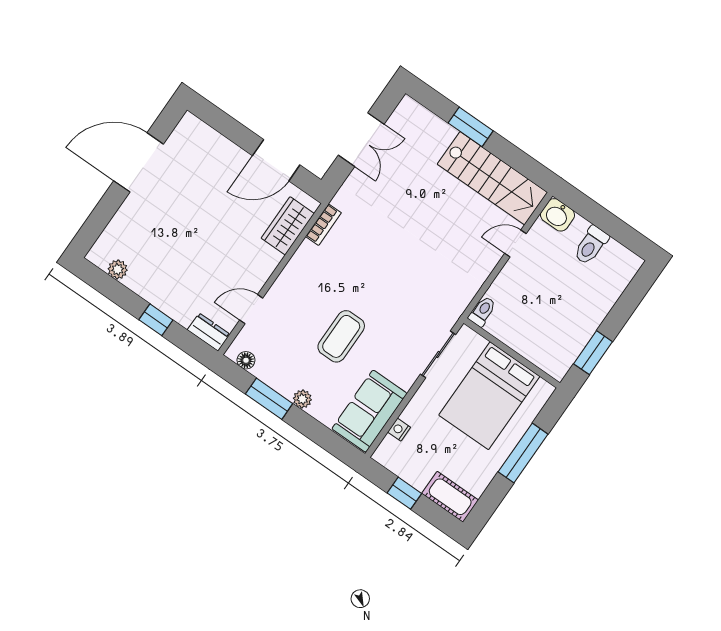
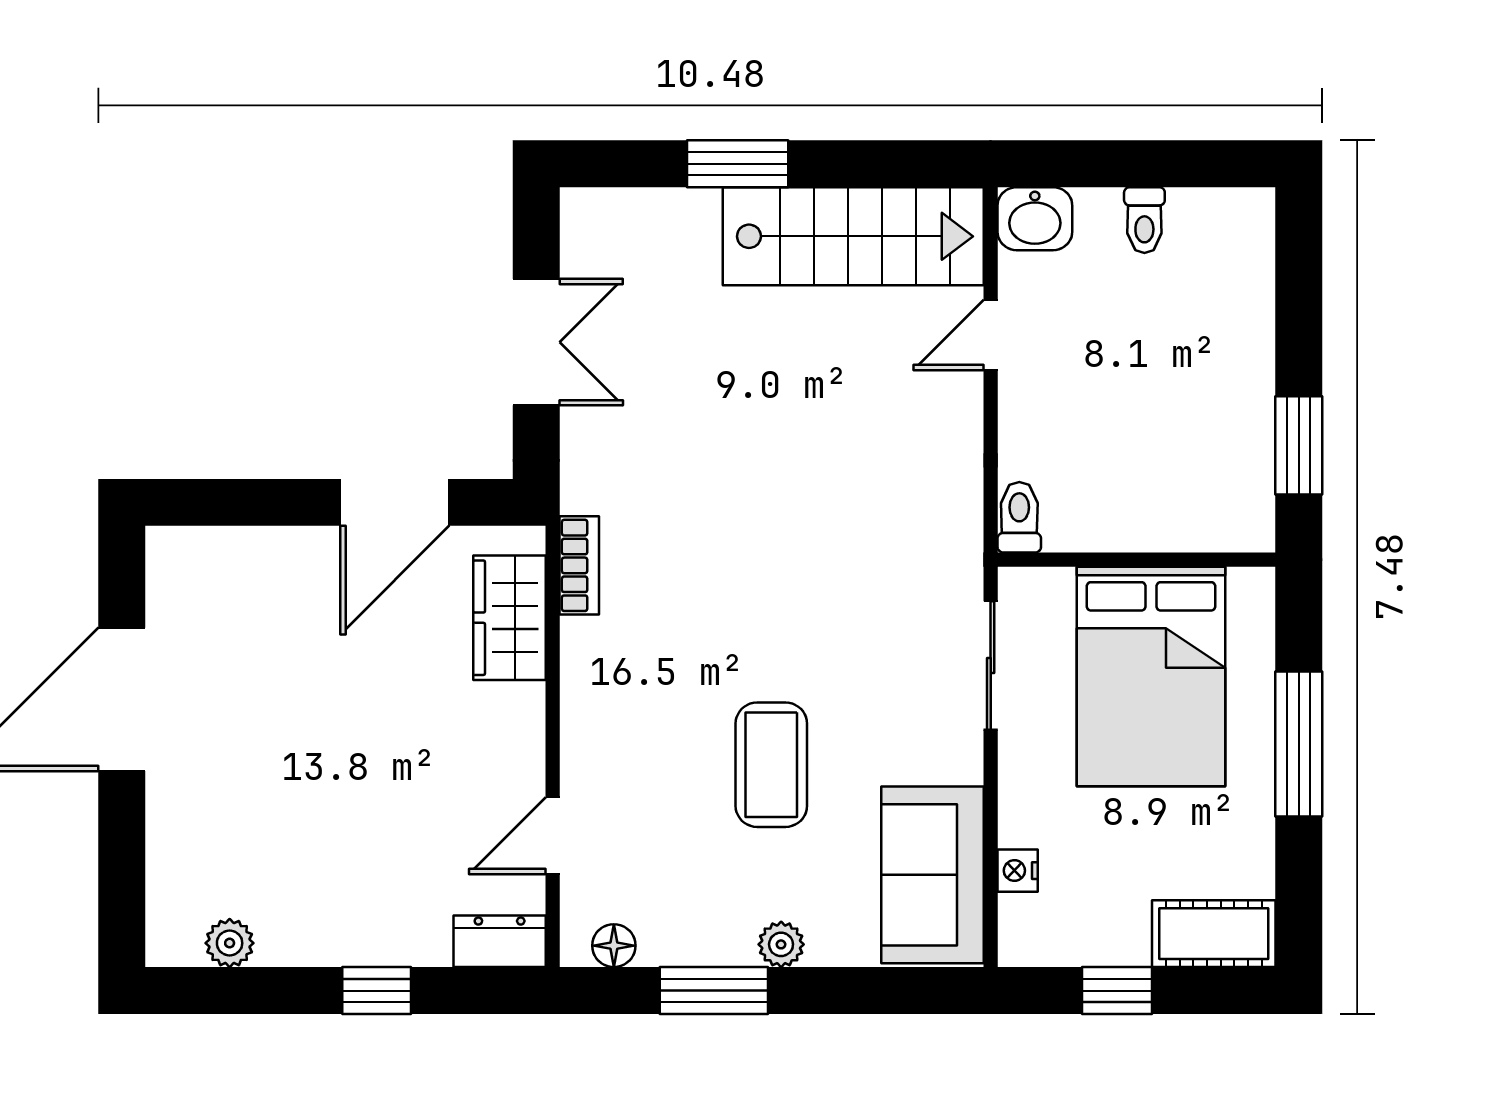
toilet: (591, 245) -> (1144, 220), width x0.73, depth x0.72

